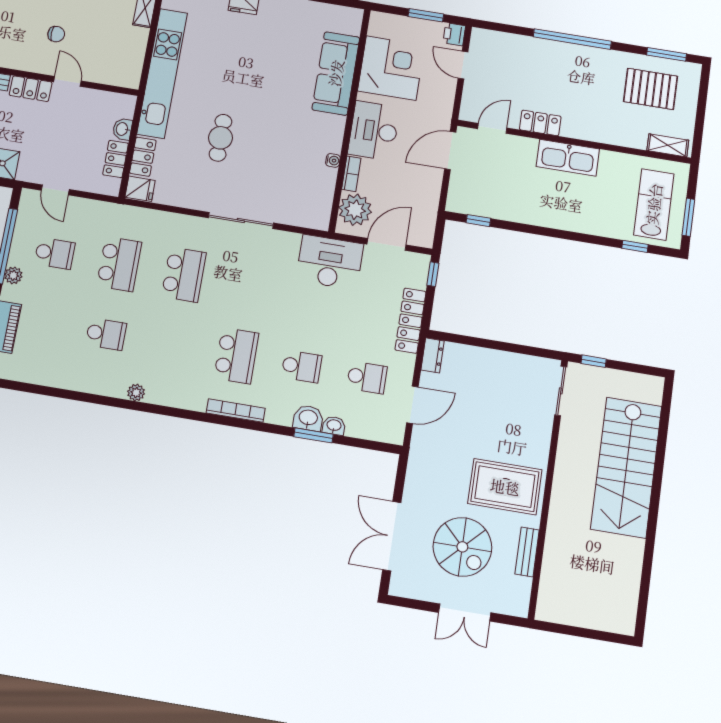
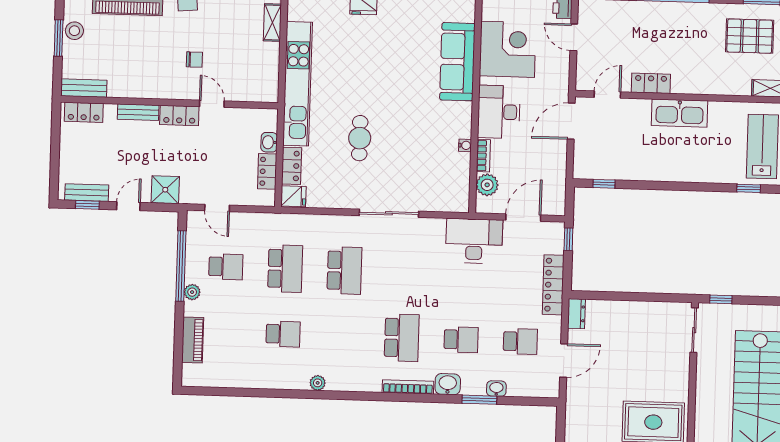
plant: (355, 210) -> (487, 185), width x0.73, depth x0.73
washbasin: (308, 418) -> (448, 384), moved

